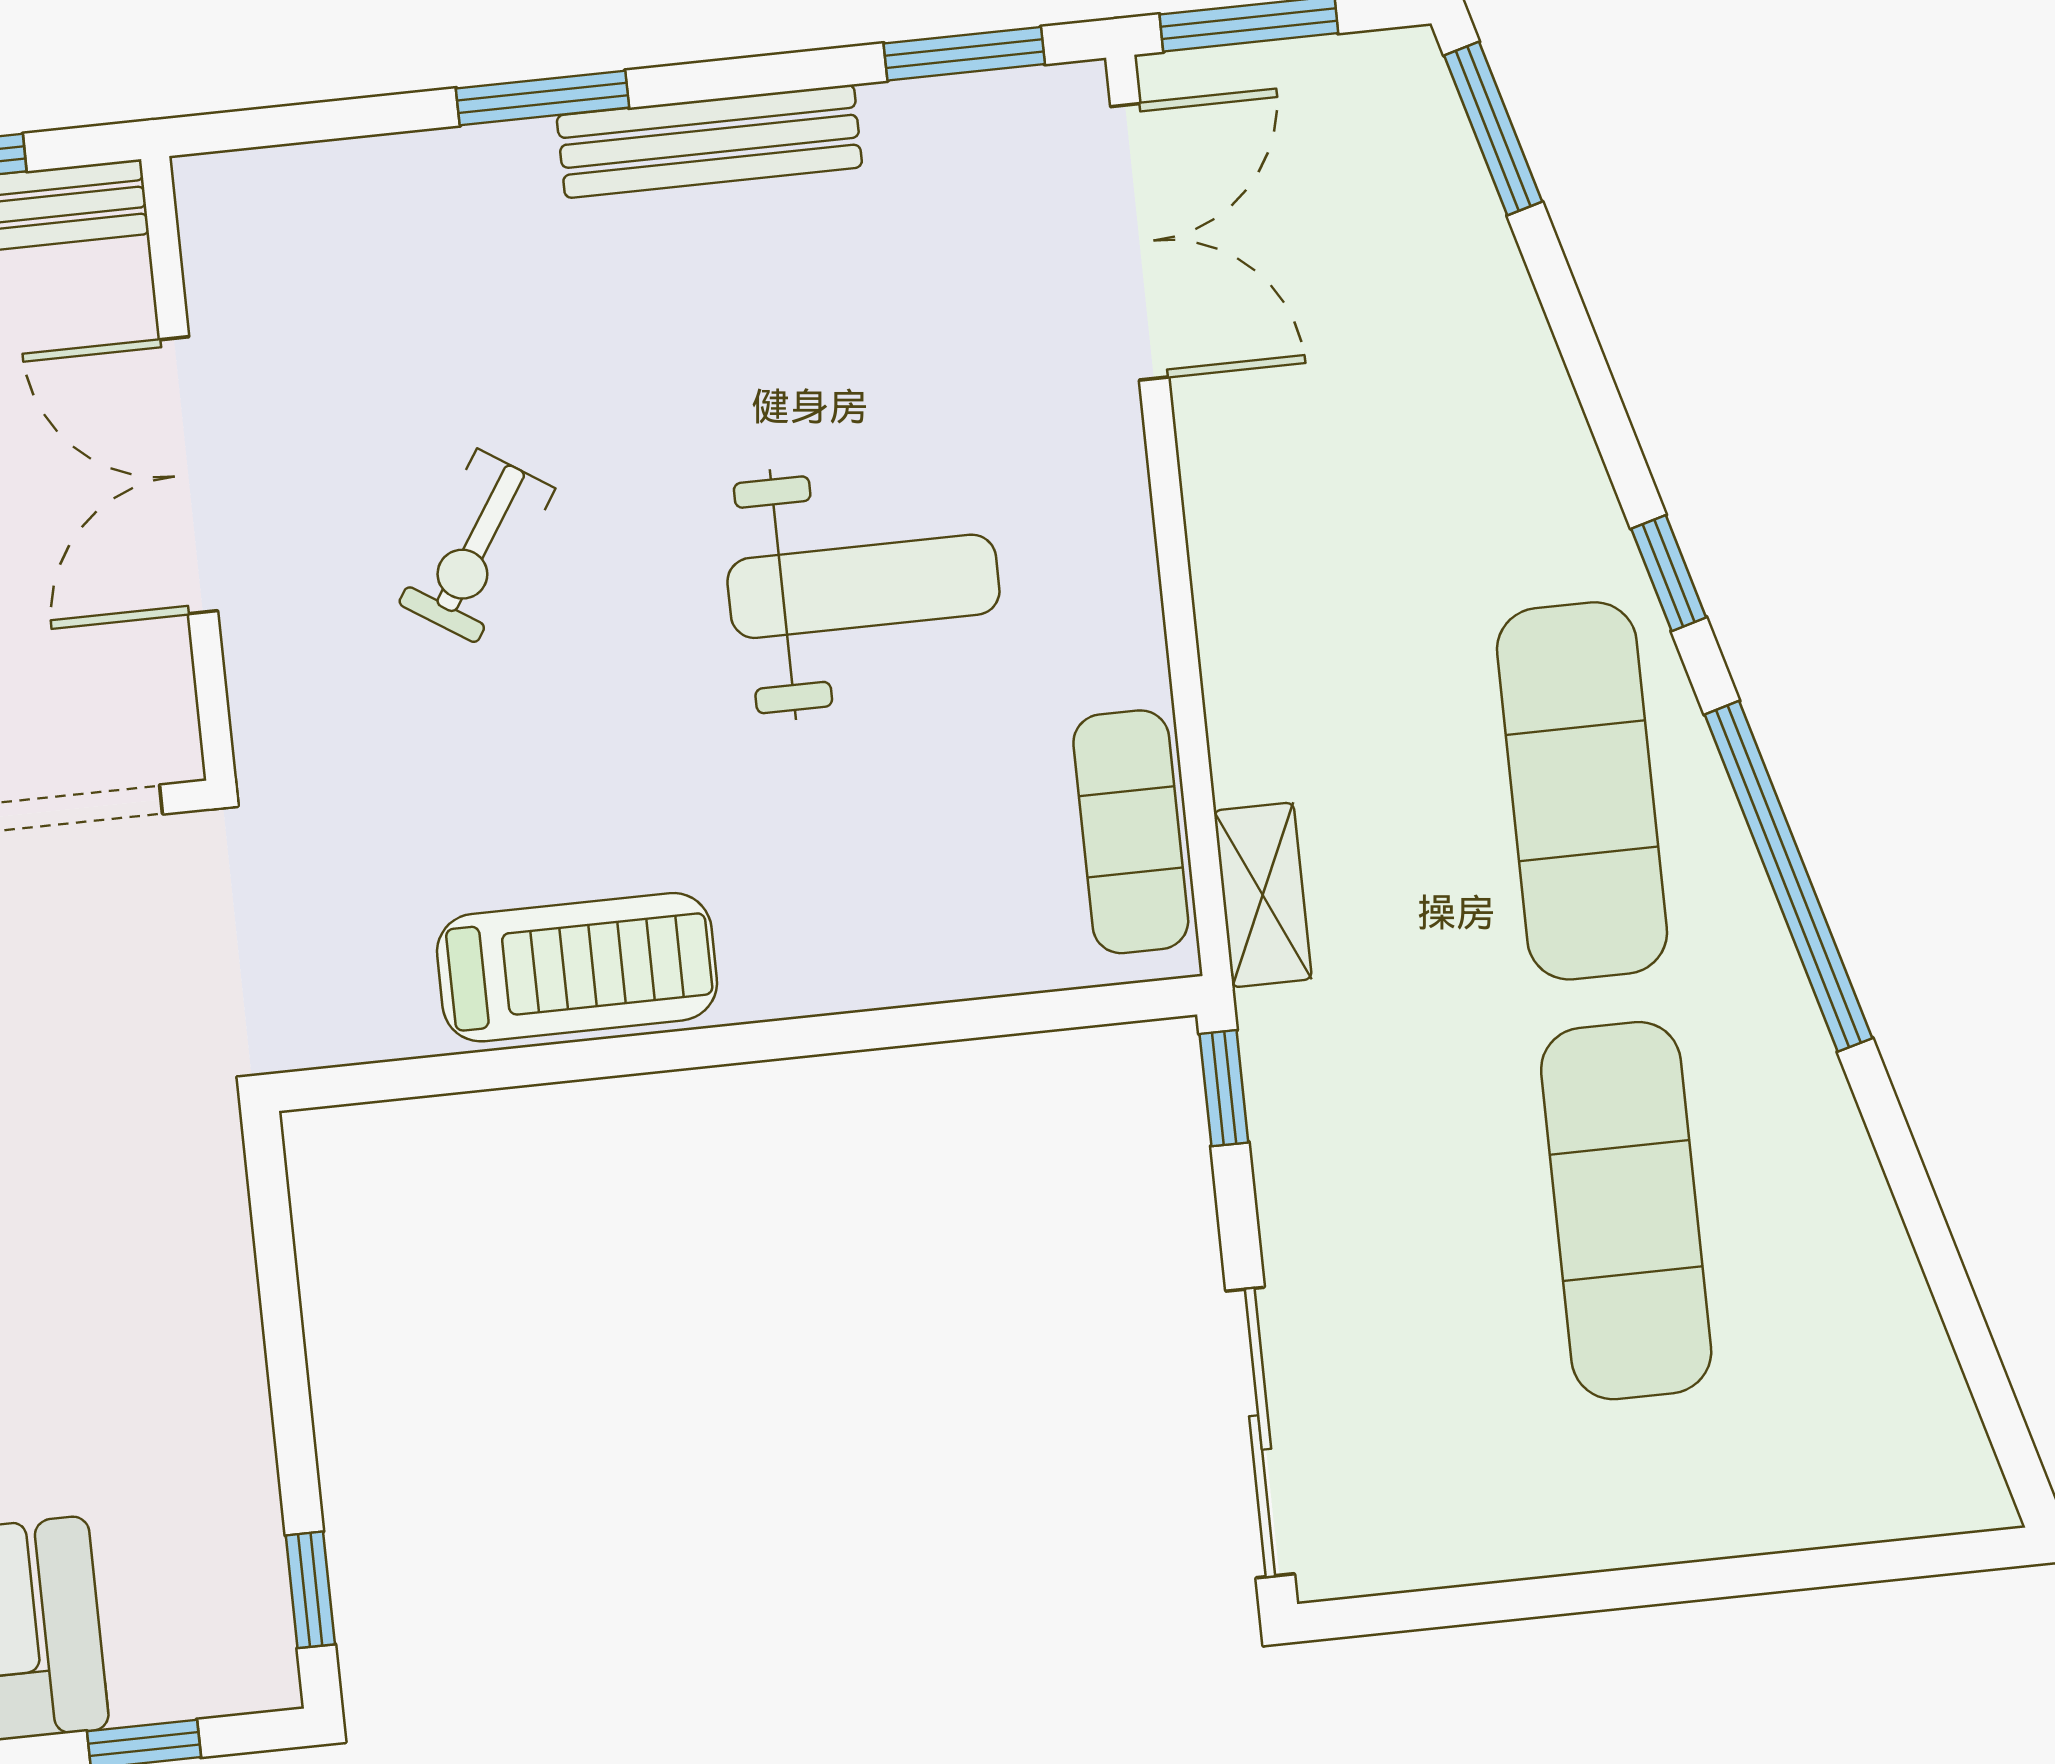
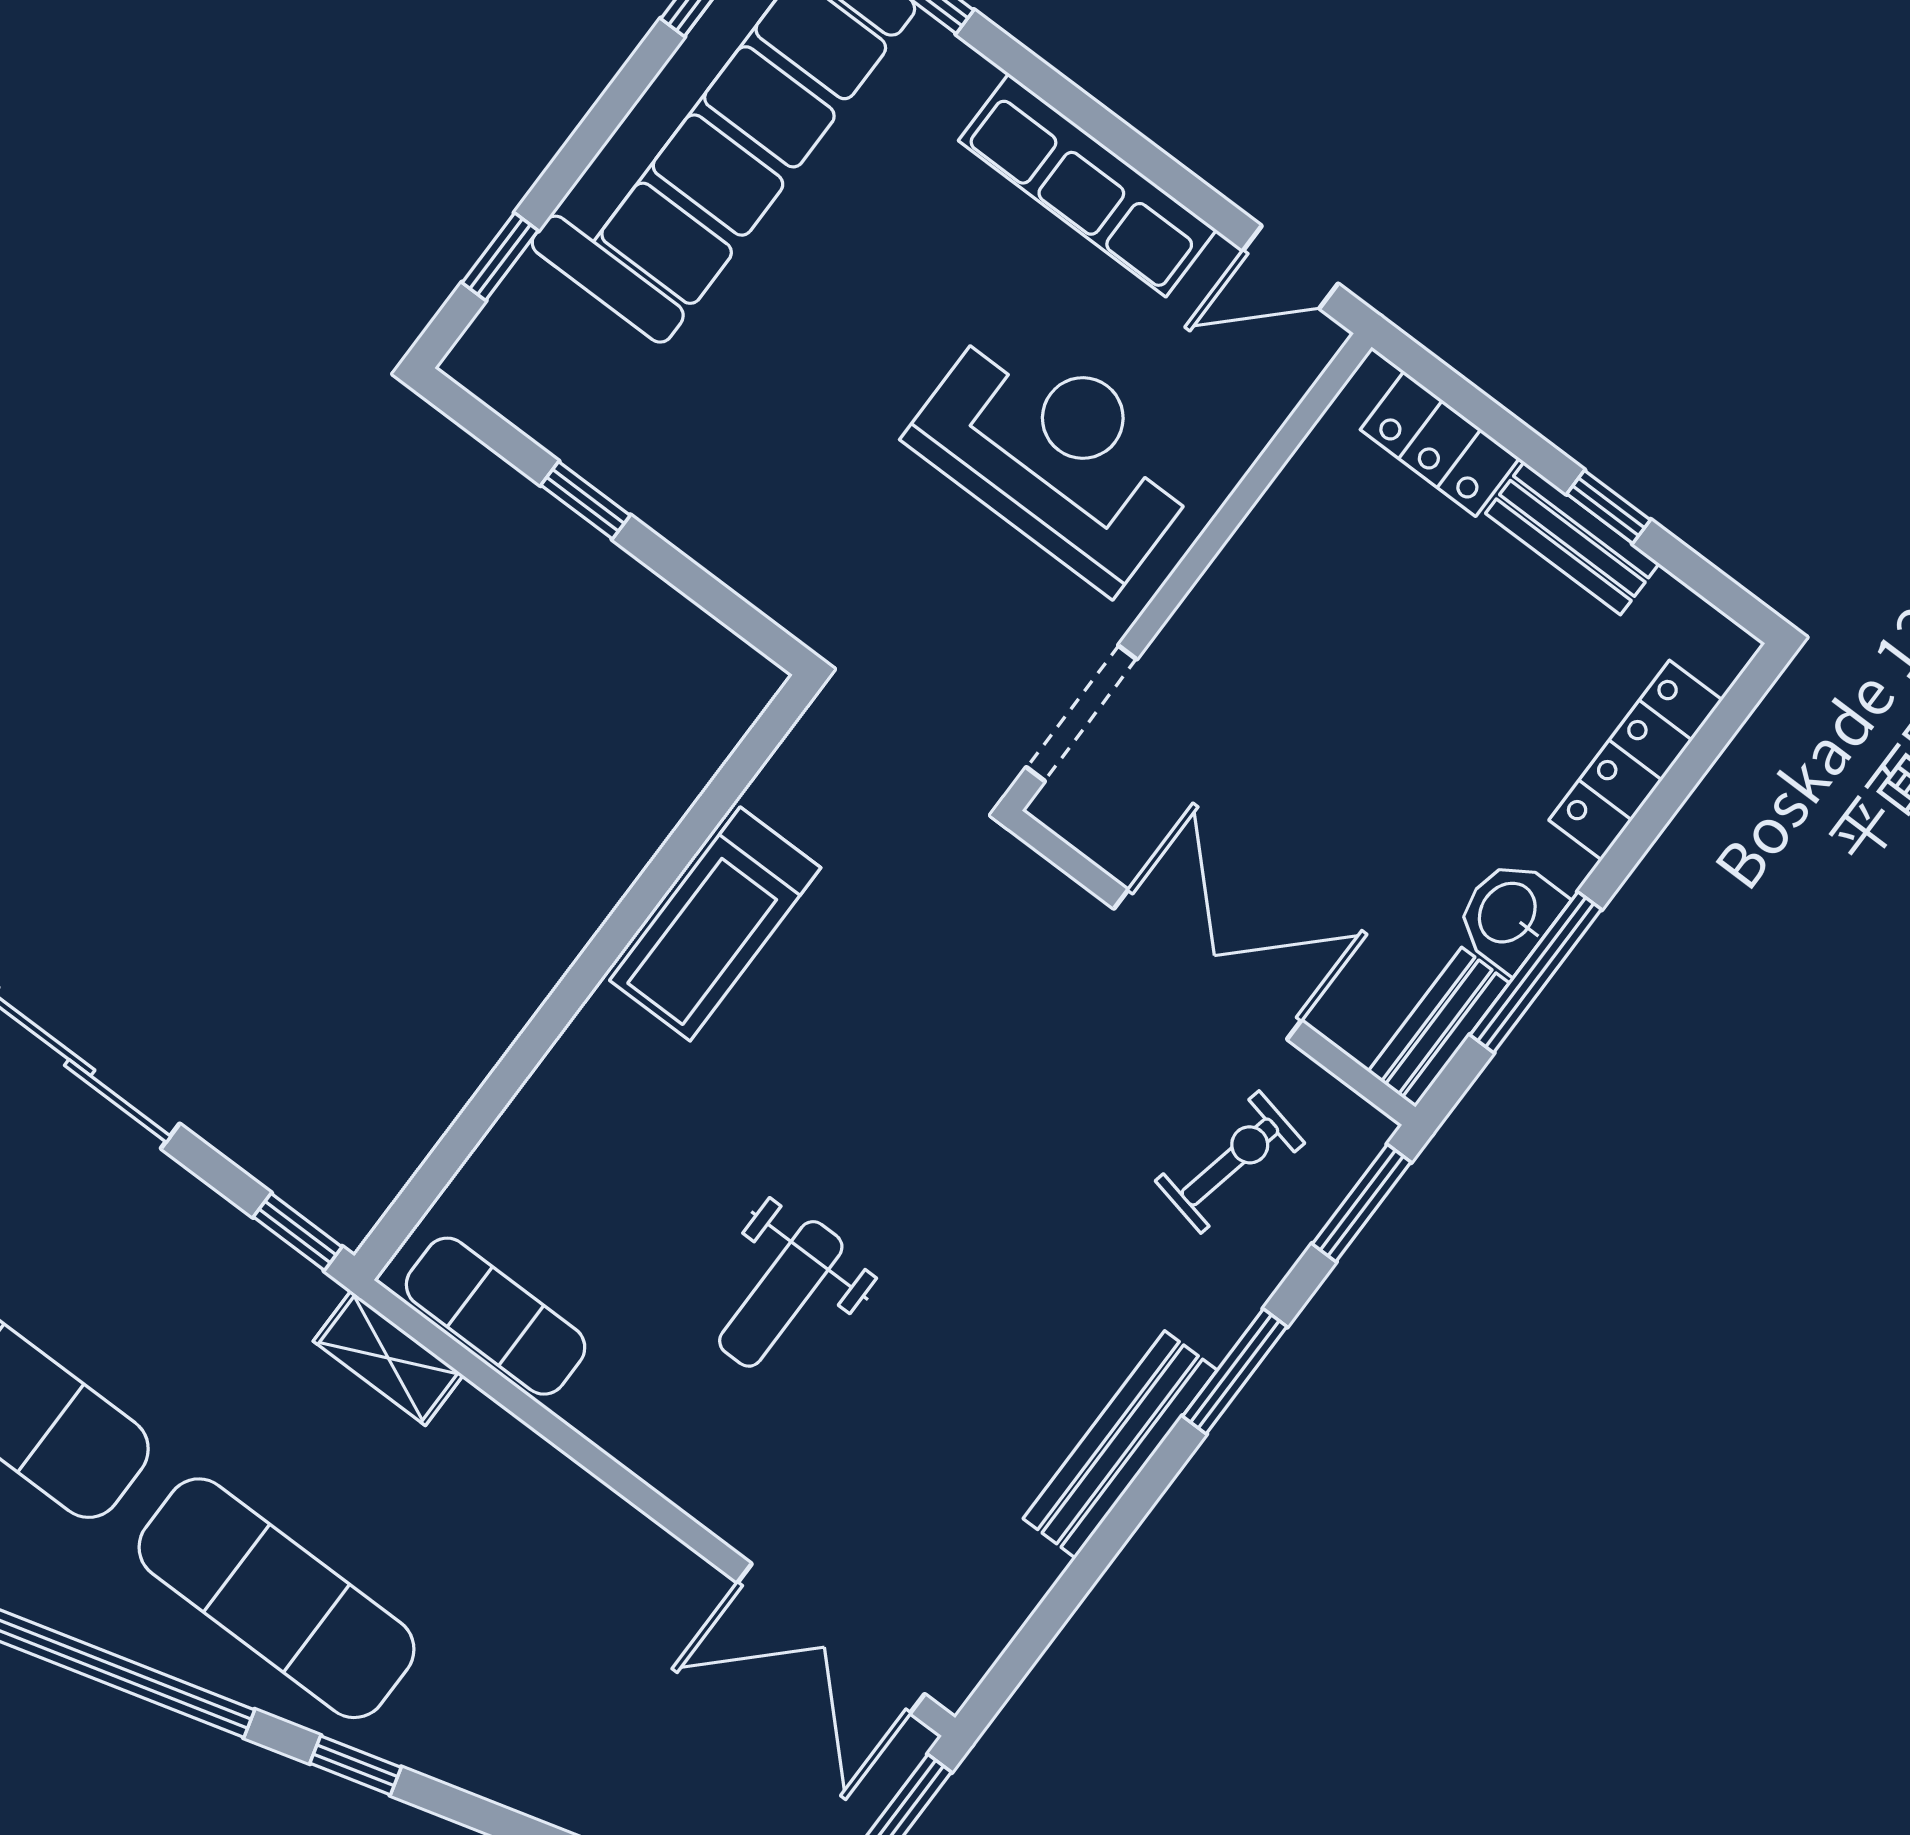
window: (964, 54) -> (1362, 1203), moved
exercise bike: (477, 546) -> (1230, 1162), moved, turned 69
weight bench: (863, 586) -> (781, 1294), width x0.73, depth x0.75
window: (310, 1590) -> (586, 500), moved

